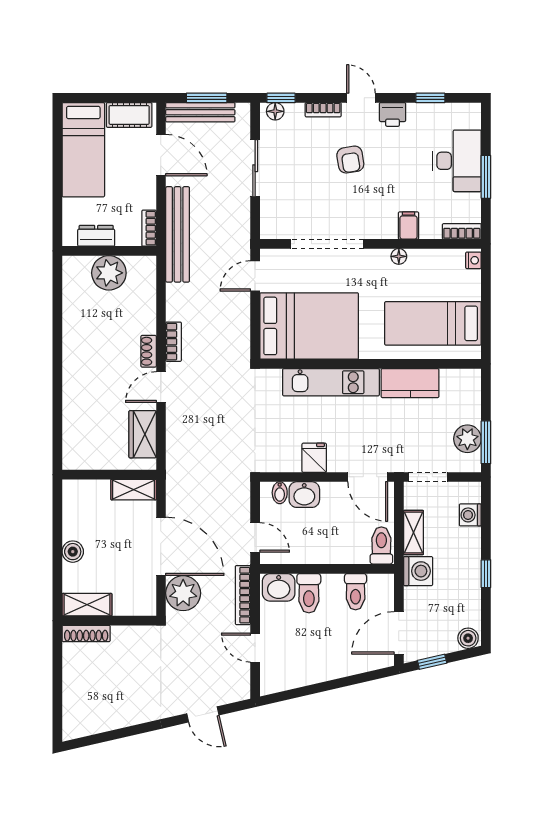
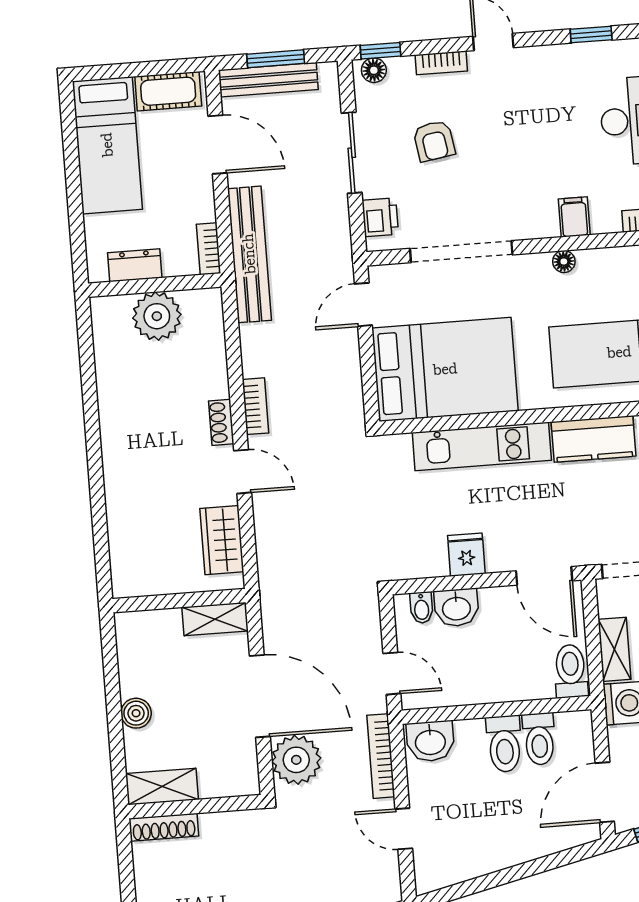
printer: (393, 114) -> (380, 217), moved, turned -90
armchair: (350, 160) -> (434, 141), moved
door: (161, 387) -> (243, 472), swing flipped
toilet: (309, 593) -> (504, 744), moved

